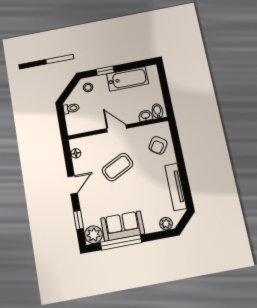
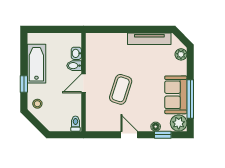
toilet: (71, 108) -> (75, 124), moved
bidet: (157, 111) -> (74, 66), moved
armchair: (158, 145) -> (107, 47), removed
floor lamp: (76, 153) -> (156, 127), moved
coffee table: (117, 167) -> (121, 89), turned 45

